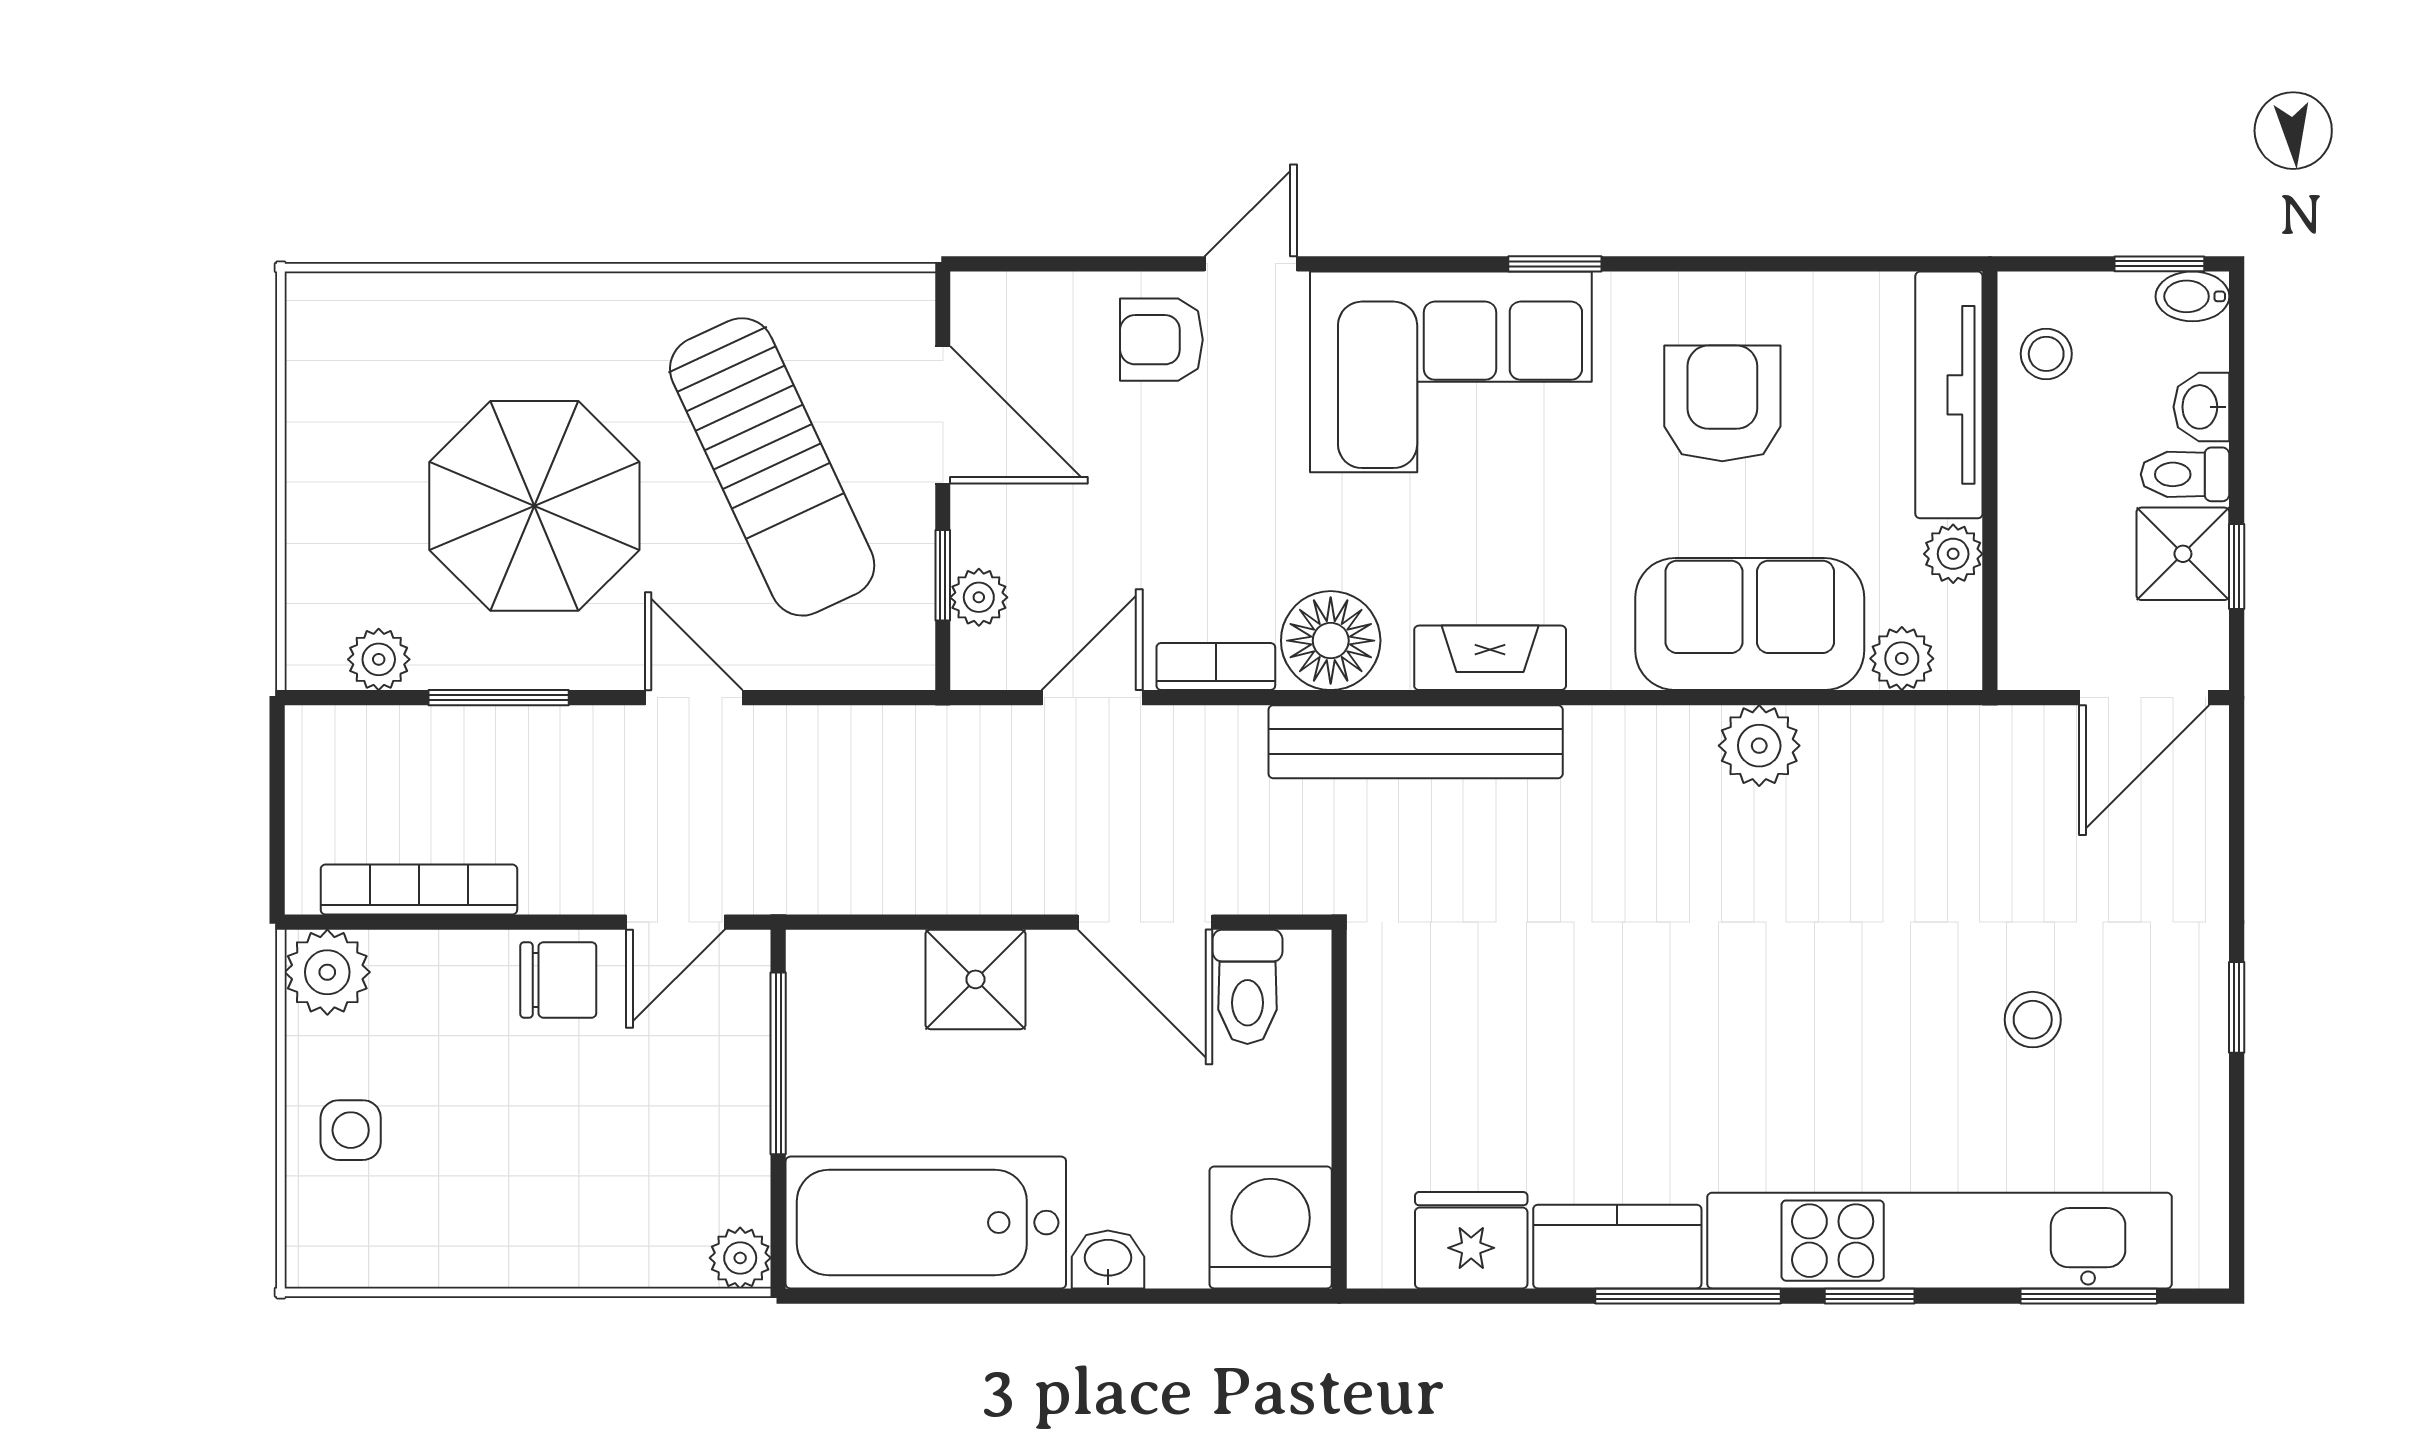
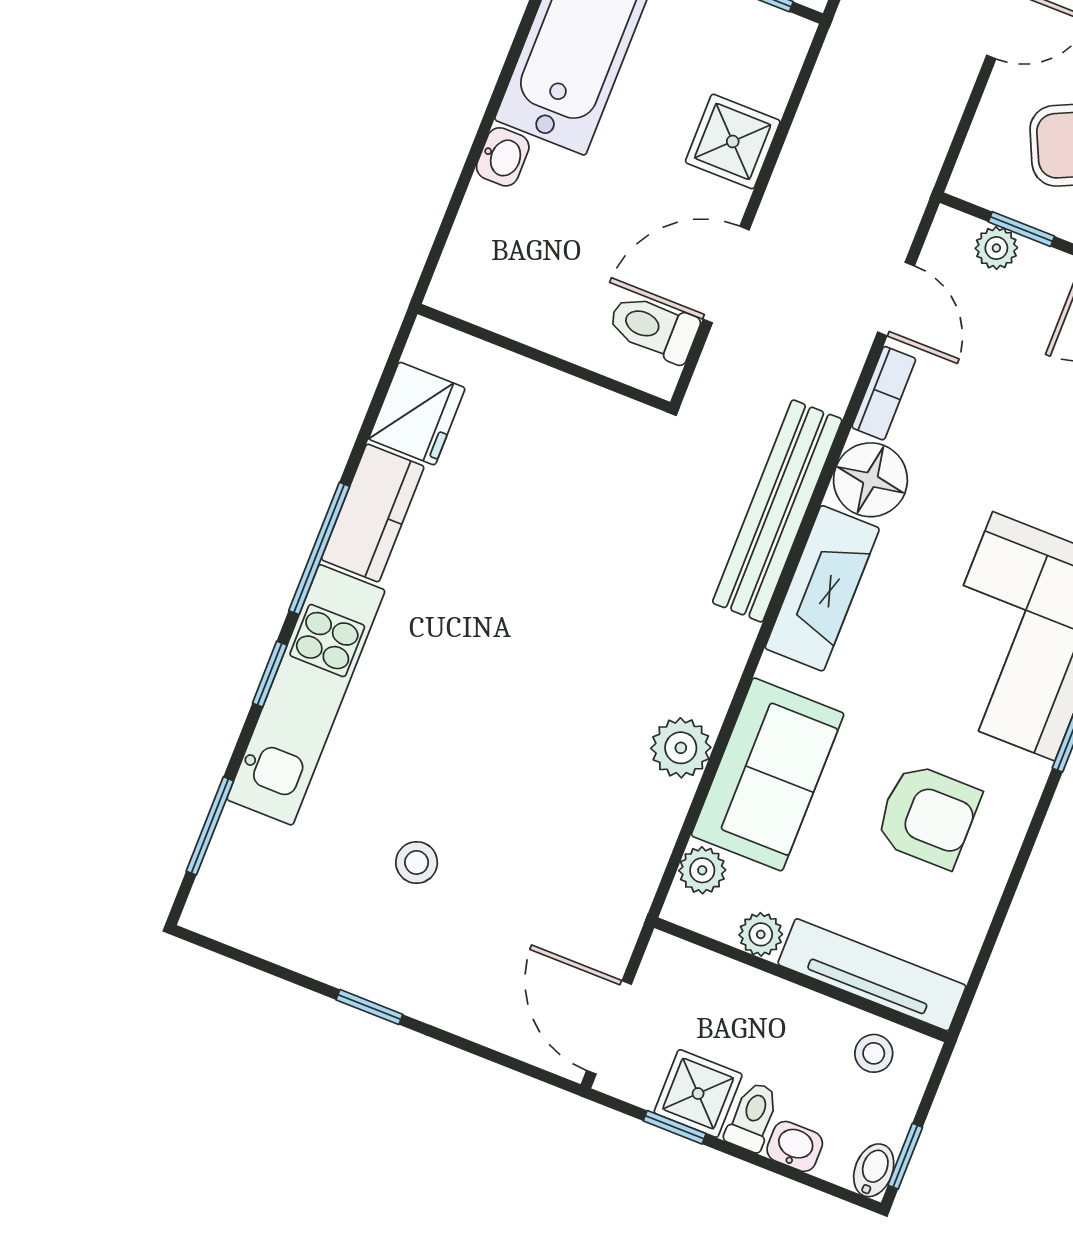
fireplace: (1490, 658) -> (822, 588), width x1.37, depth x1.32
washing machine: (1271, 1227) -> (480, 278), removed
kitchen unit: (1939, 1241) -> (306, 695), width x0.73

